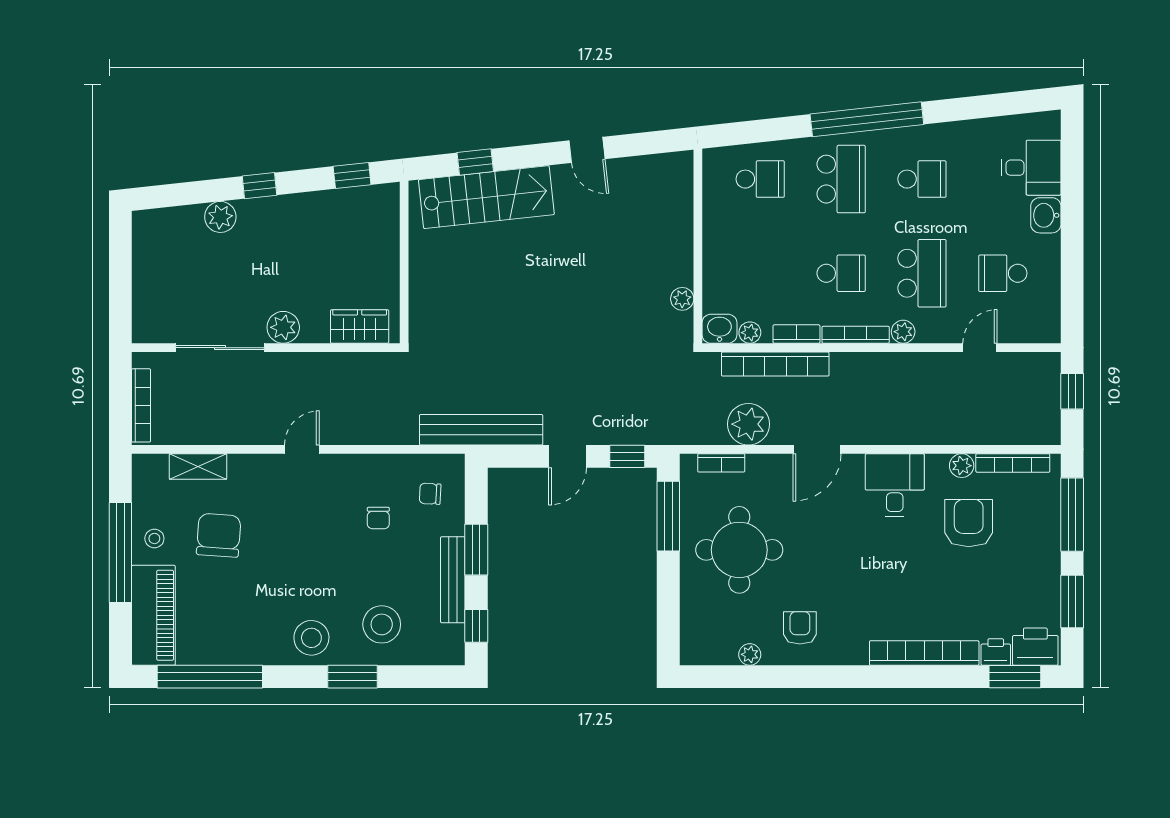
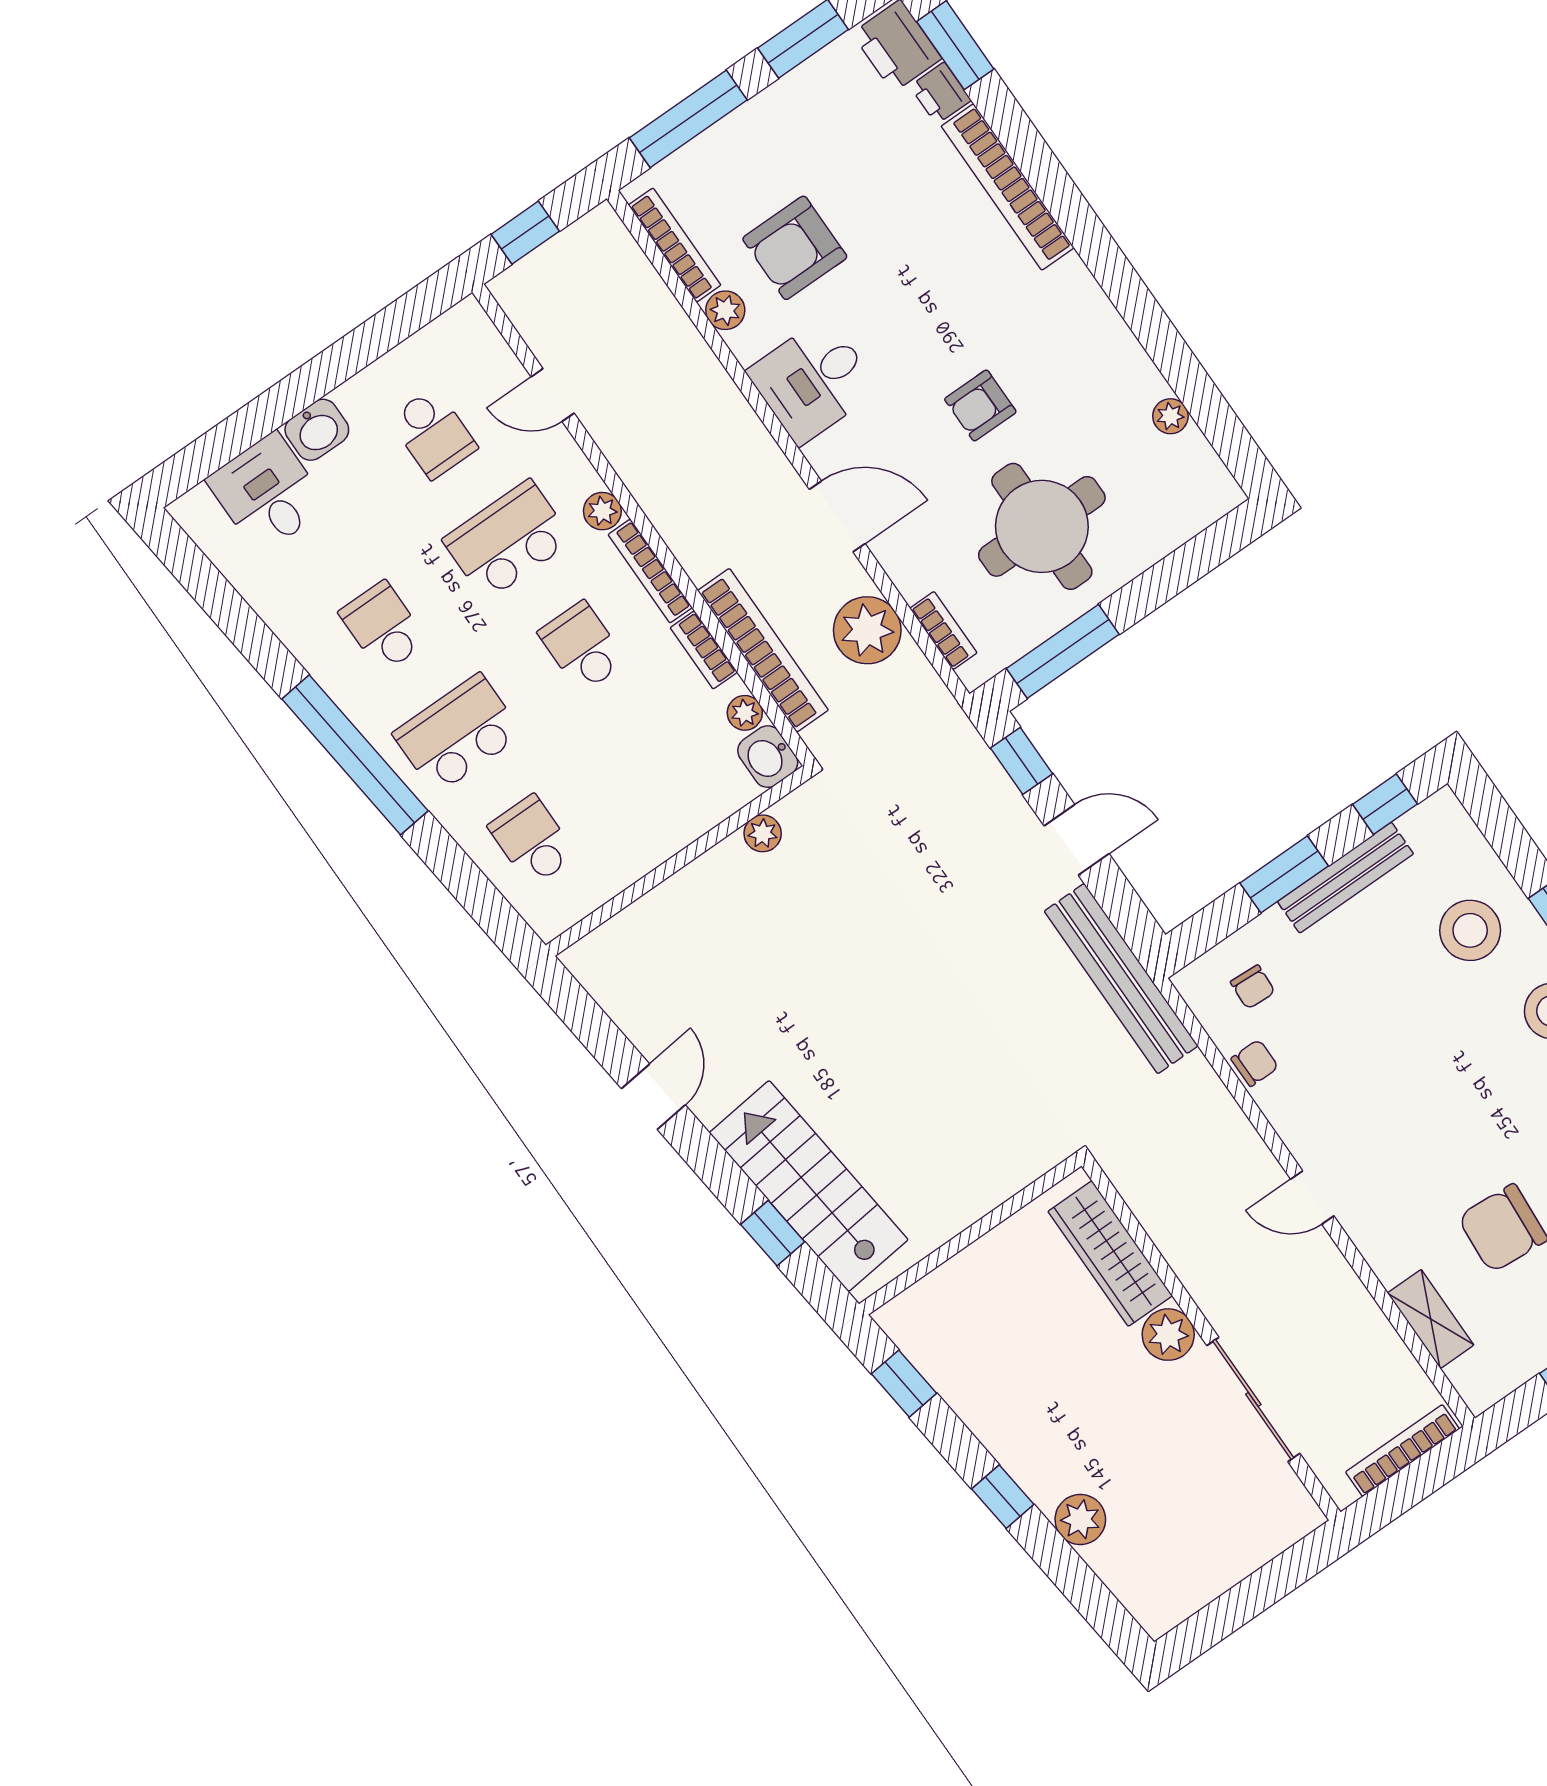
wardrobe: (360, 327) -> (1110, 1254), width x1.50
chair: (378, 518) -> (1255, 1063), moved
armchair: (800, 628) -> (980, 405), moved

